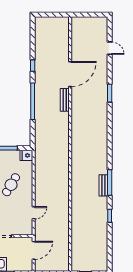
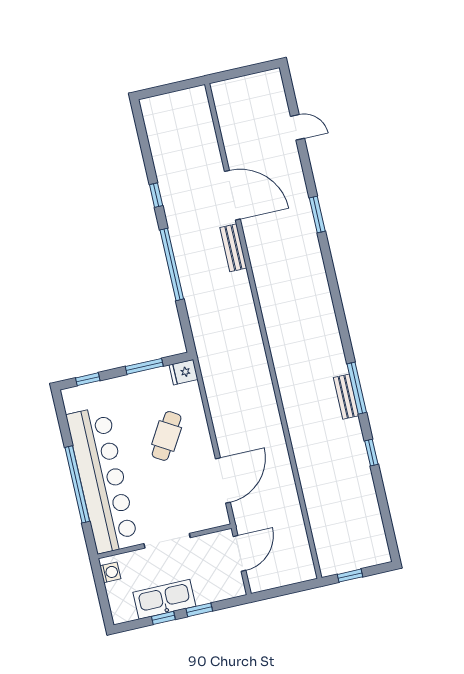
door: (70, 74) -> (232, 195), hinge flipped
door: (34, 213) -> (223, 480), width x1.88

